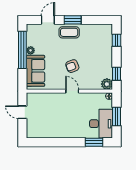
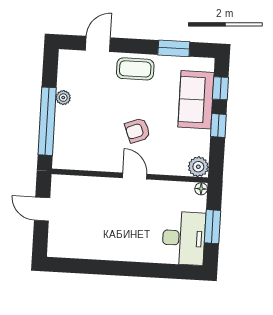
window: (73, 20) -> (174, 48), moved
window: (22, 50) -> (47, 121), moved
sofa: (35, 71) -> (196, 100), moved, turned 180
window: (116, 74) -> (218, 126), moved
window: (94, 142) -> (169, 271), removed

